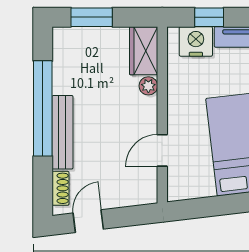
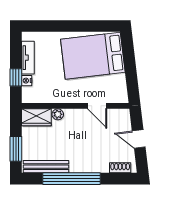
nightstand: (196, 41) -> (27, 81), width x0.53, depth x0.56
bench: (62, 132) -> (46, 167), moved
door: (88, 221) -> (139, 139), moved

